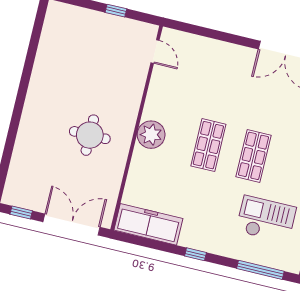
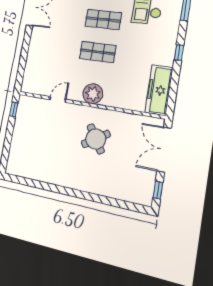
window: (116, 11) -> (14, 109), moved
door: (155, 52) -> (58, 99), moved
round table: (90, 135) -> (96, 139), turned -33

